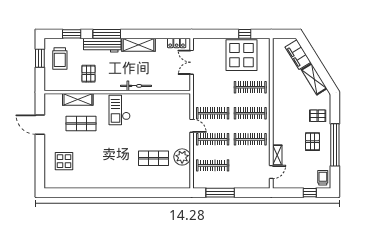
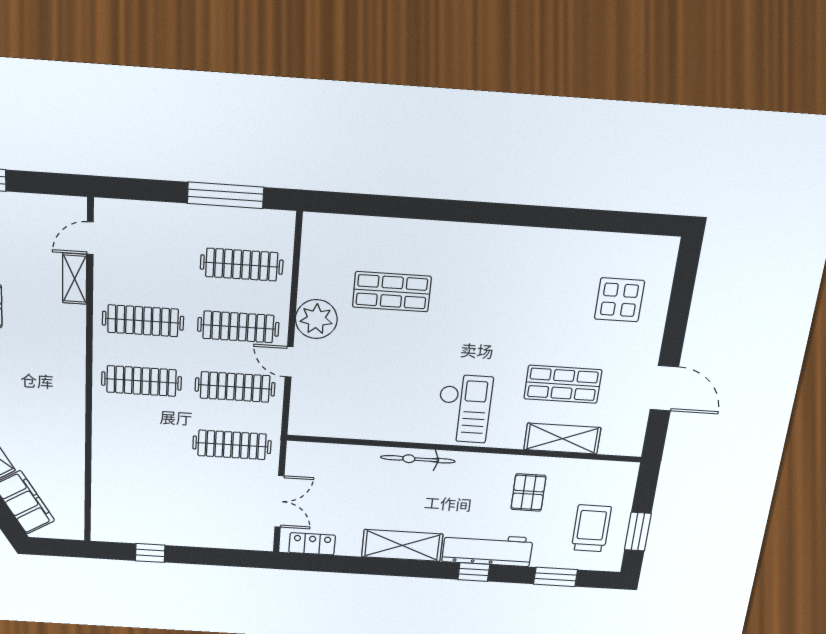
window: (107, 34) -> (474, 572), width x0.46
display table: (242, 55) -> (159, 509), removed
clothes rail: (250, 87) -> (232, 445), moved
plant: (182, 157) -> (316, 319), moved

